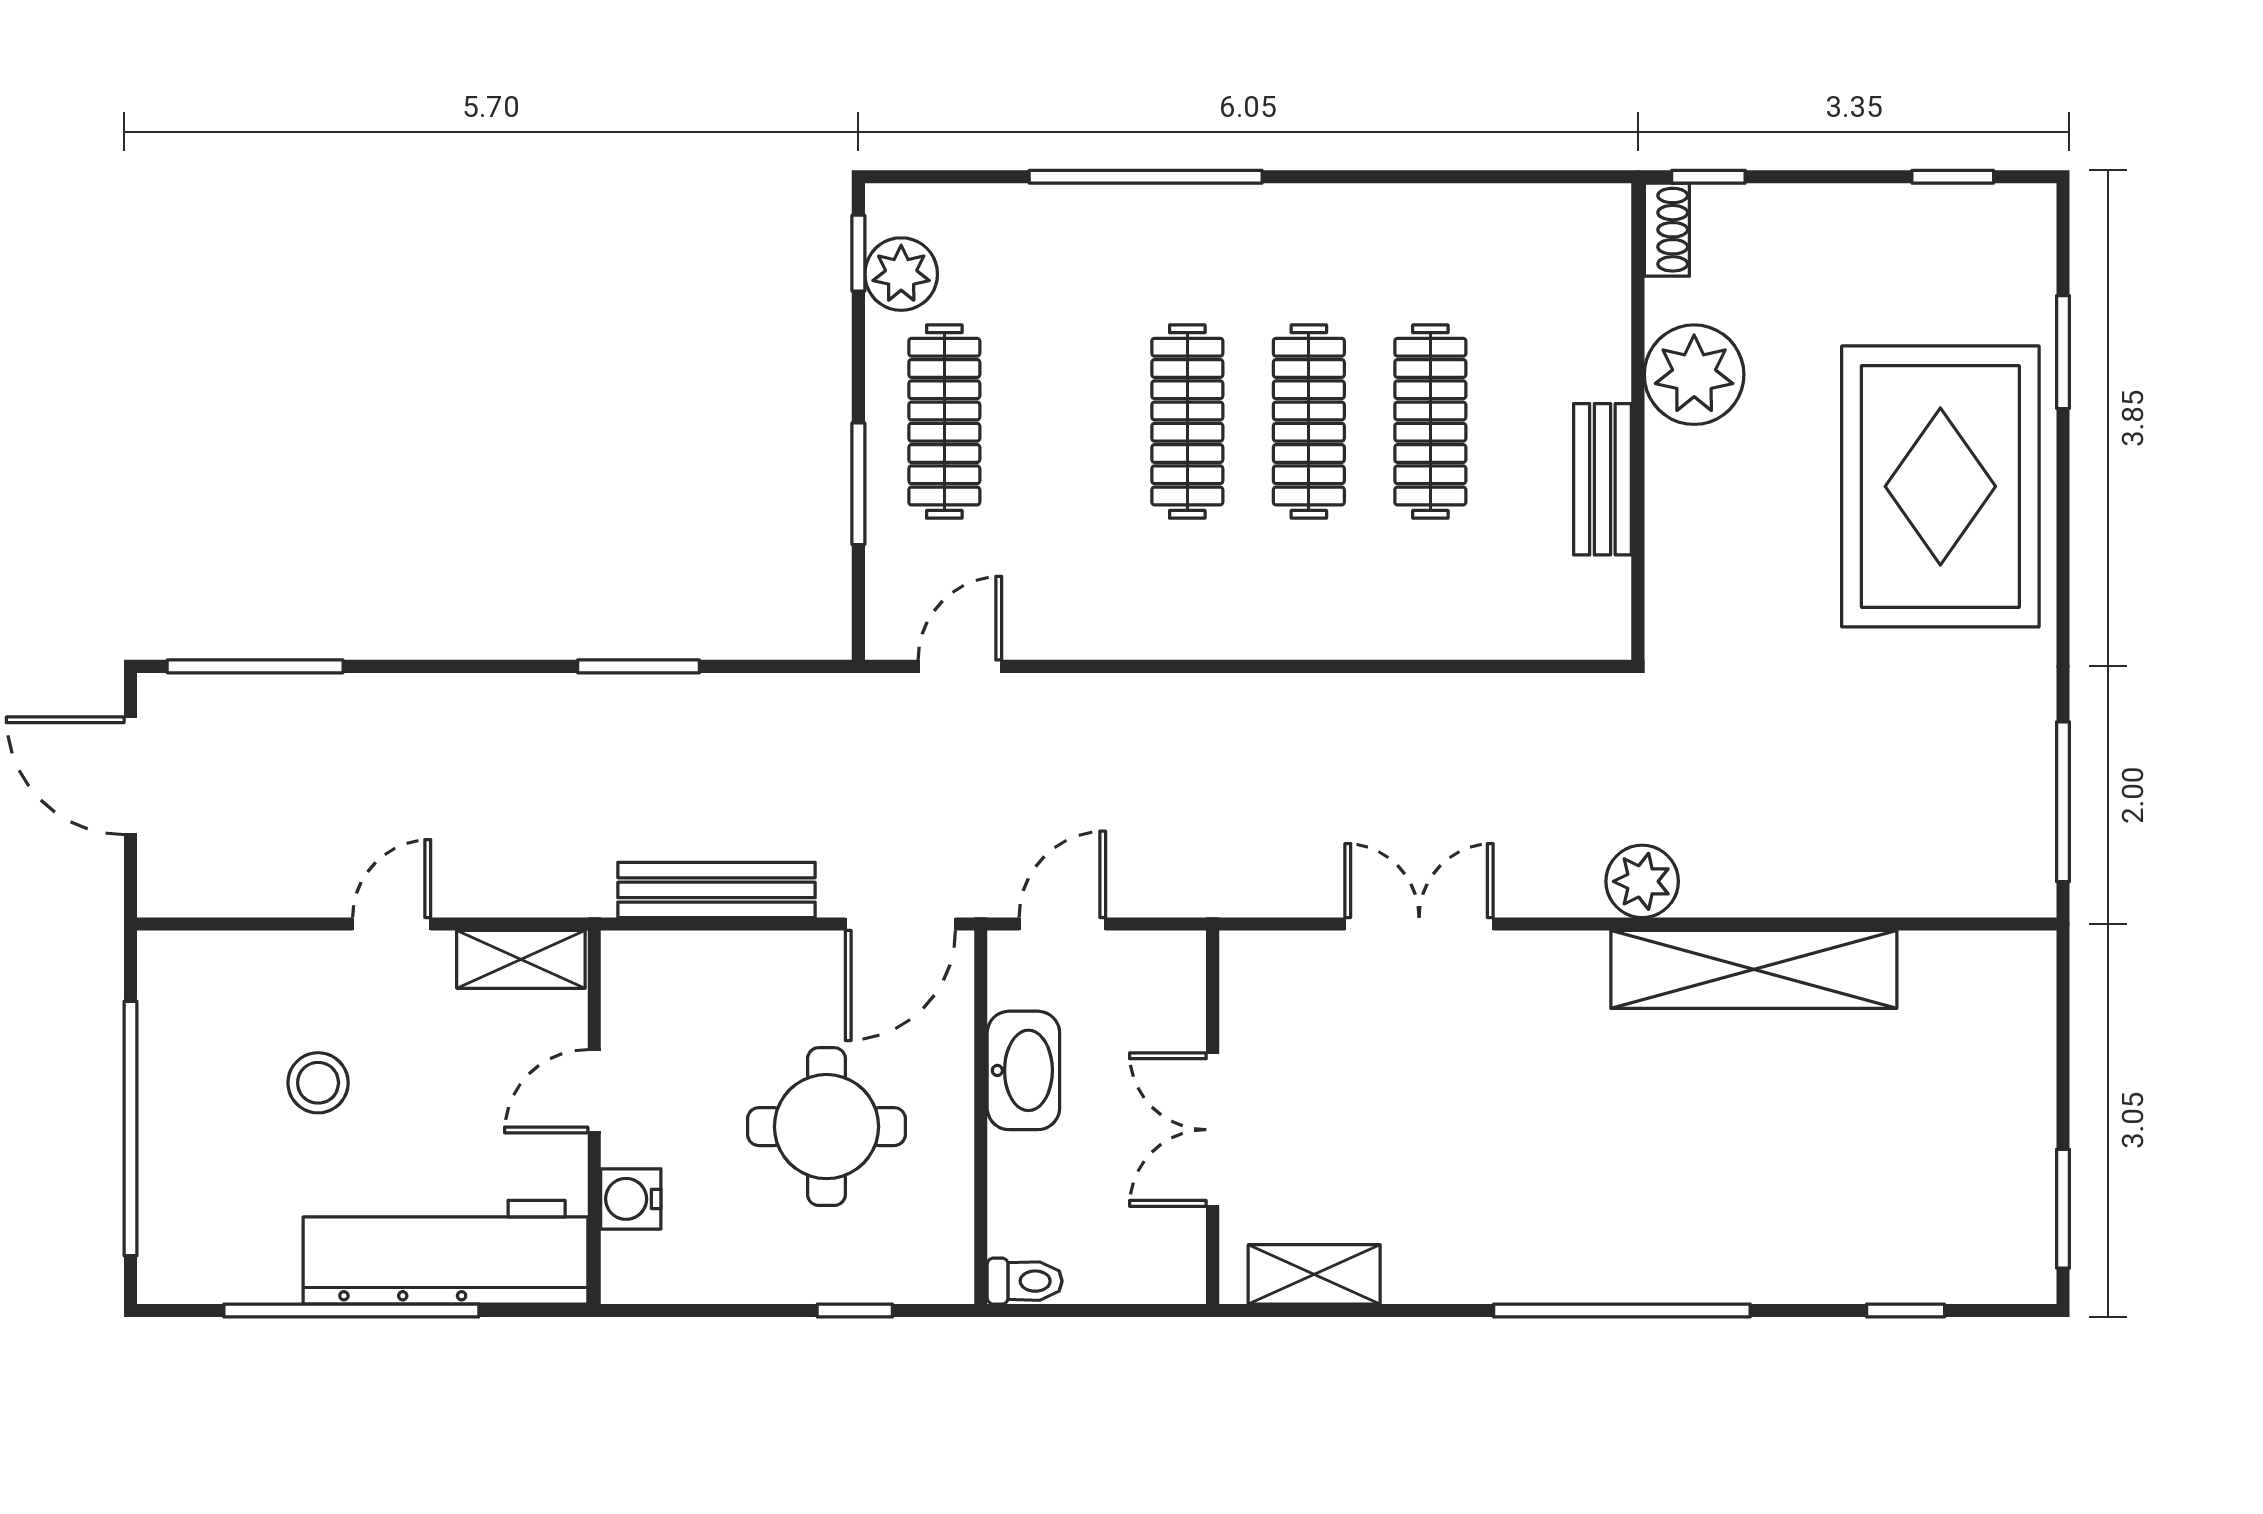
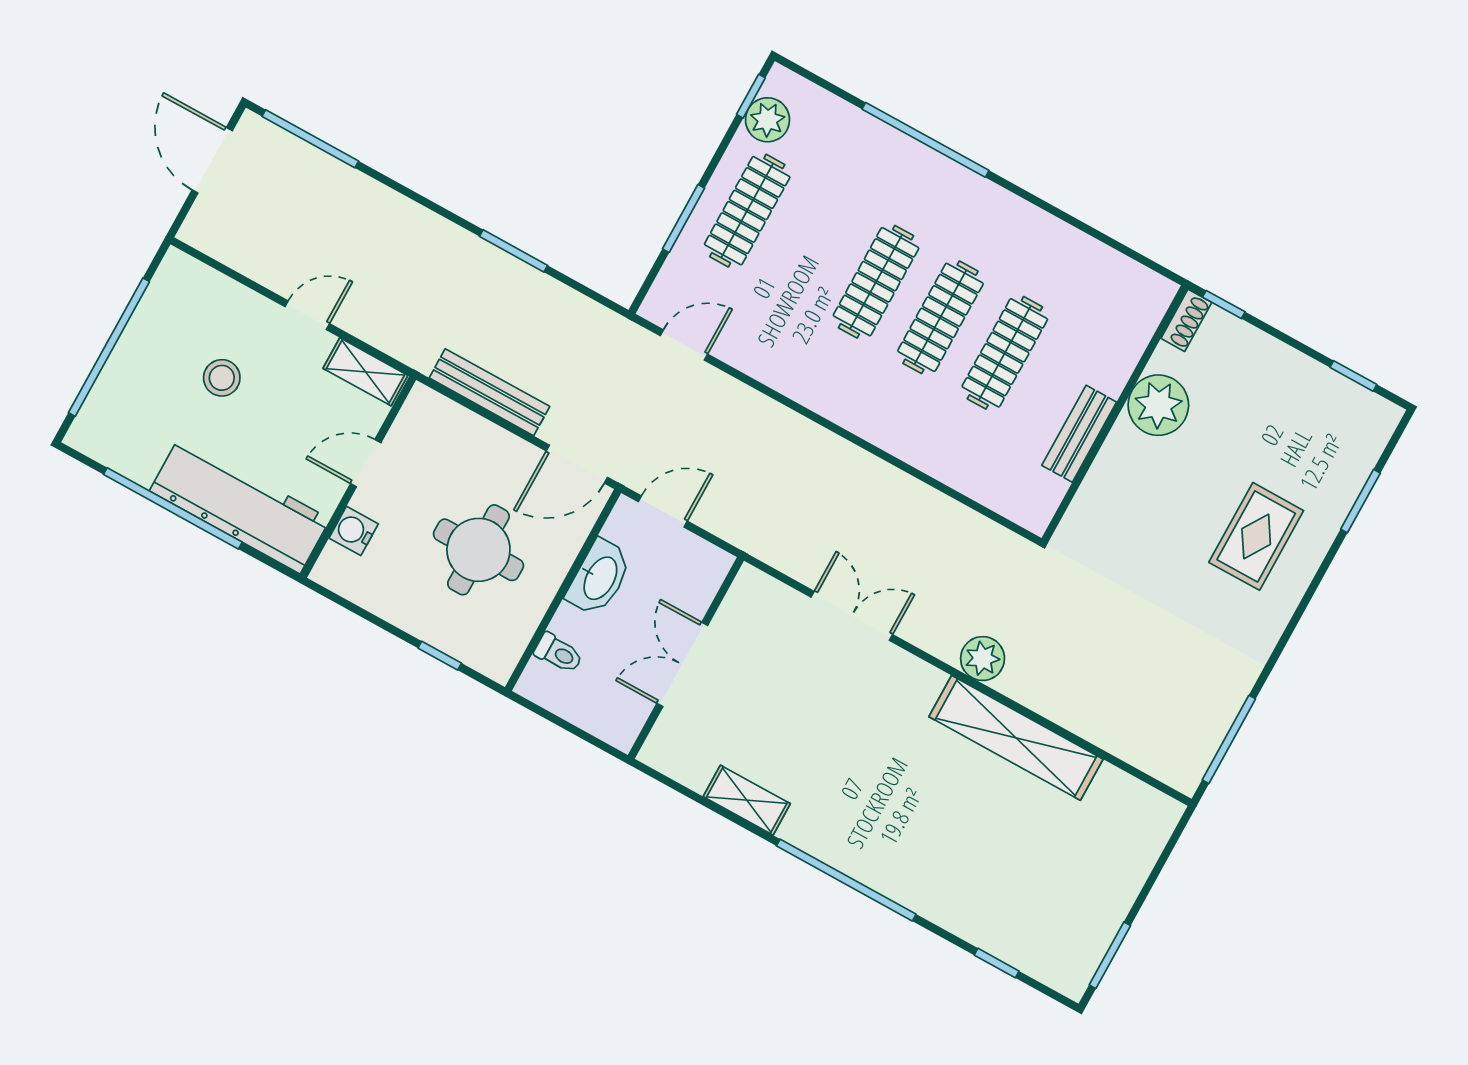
rug: (1940, 486) -> (1256, 536), width x0.54, depth x0.49
shelving: (1314, 1274) -> (747, 800), moved
toilet: (1025, 1281) -> (559, 653), moved

